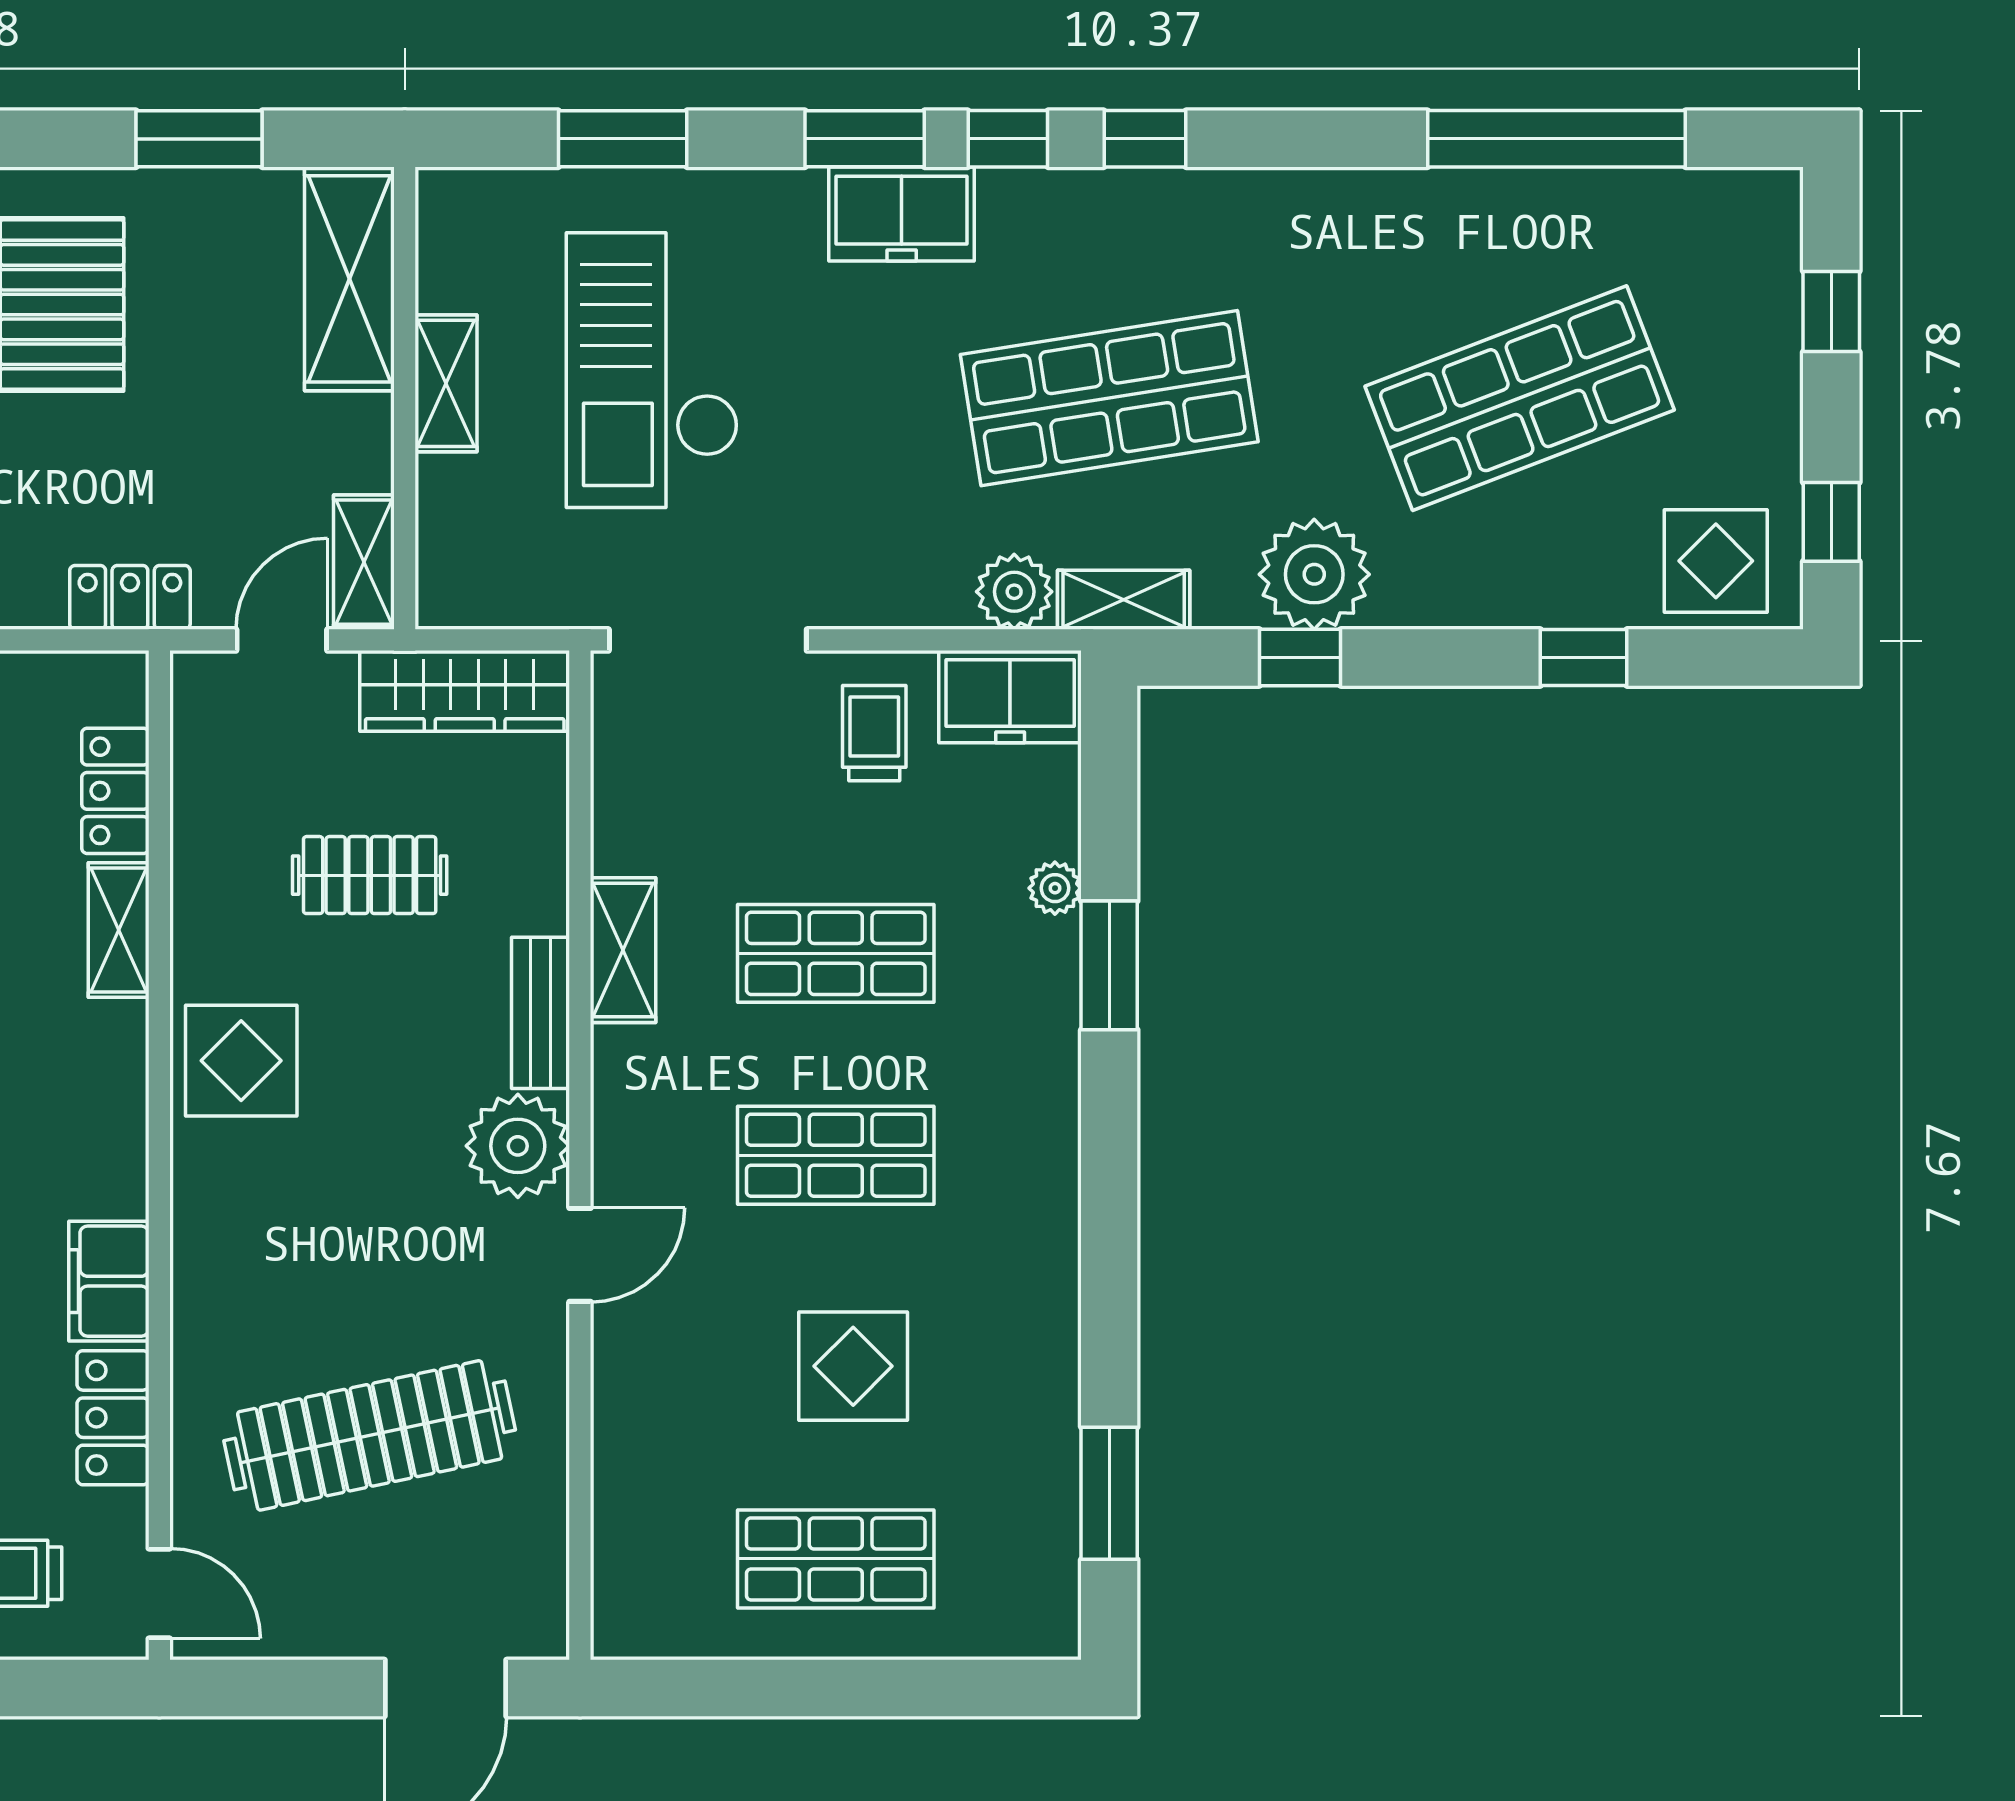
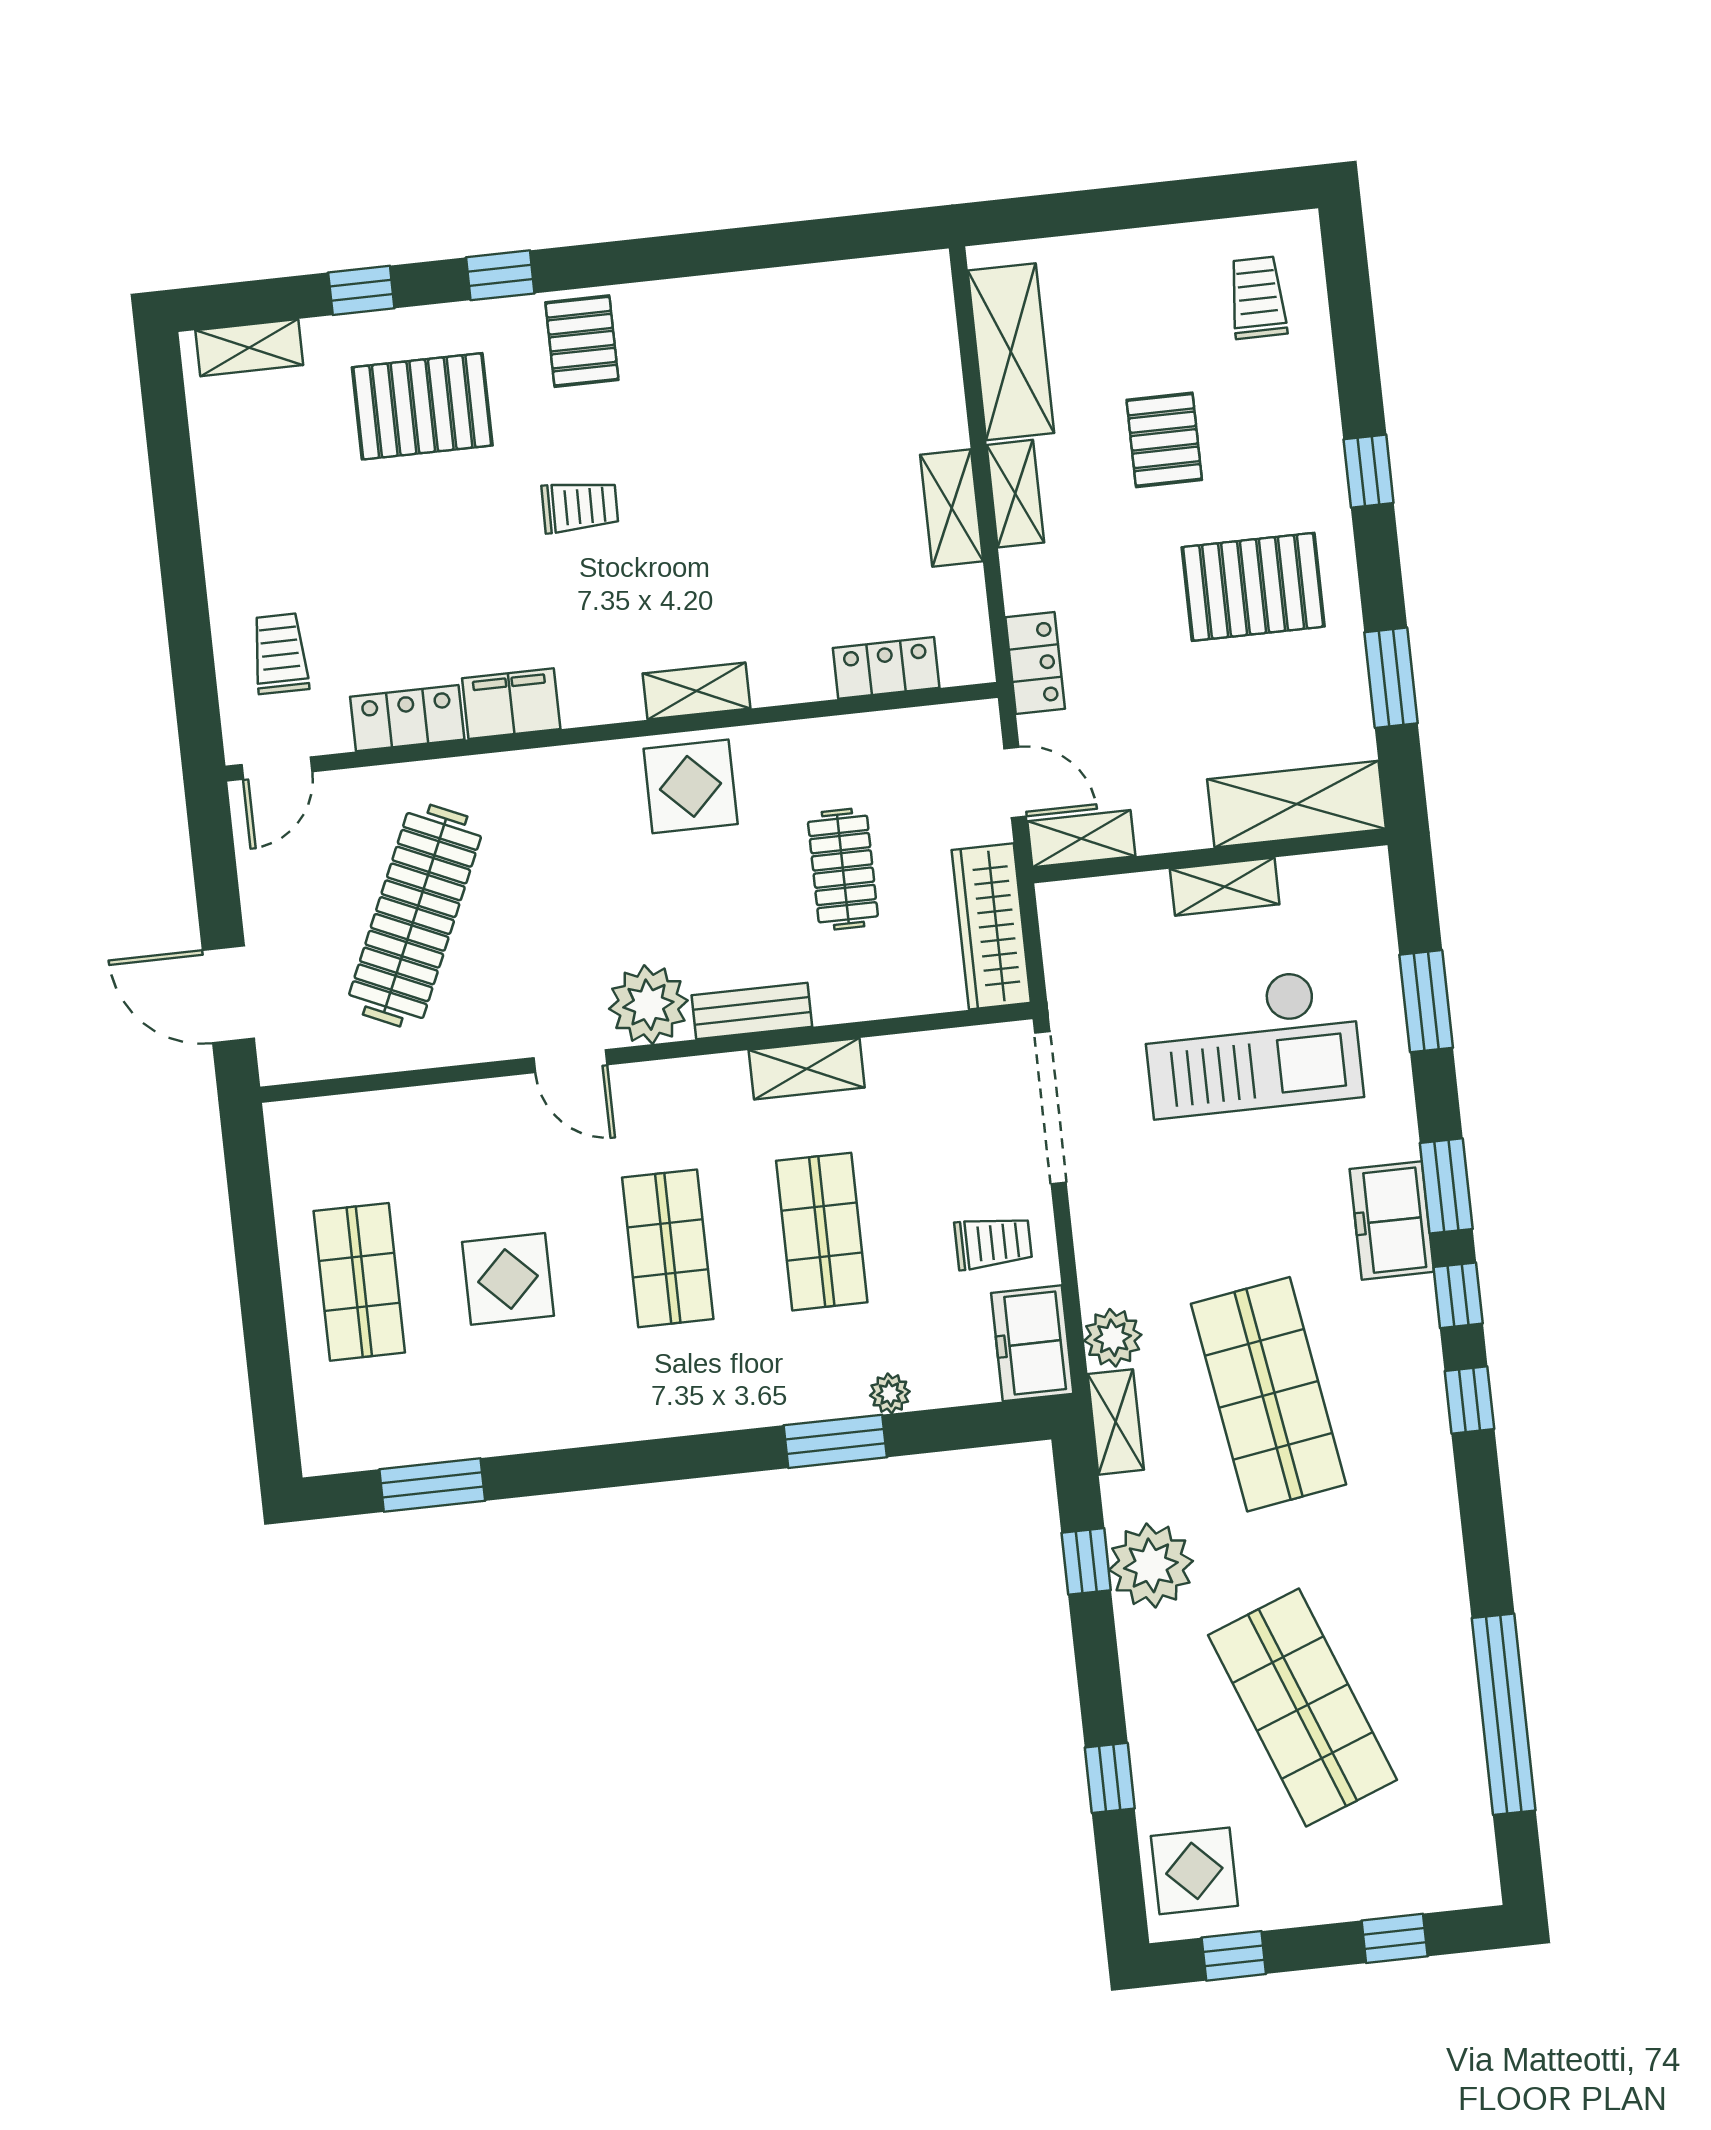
checkout: (652, 370) -> (1252, 1043), turned 180
shelving: (119, 930) -> (696, 691), moved
clothes rail: (370, 1435) -> (415, 916), turned 36

